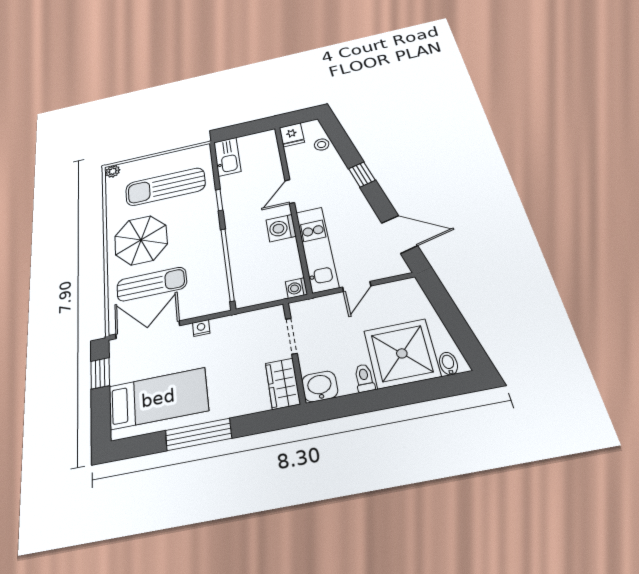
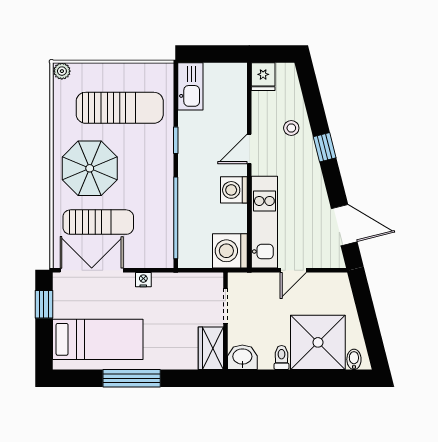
stool: (322, 145) -> (291, 128), moved
sun lounger: (165, 187) -> (120, 108), turned 180
washing machine: (296, 288) -> (230, 251), width x1.89, depth x1.89

